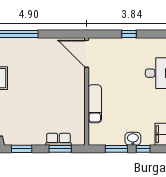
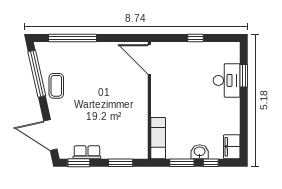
exam couch: (95, 104) -> (158, 138), moved
row of seats: (58, 139) -> (87, 152), moved

